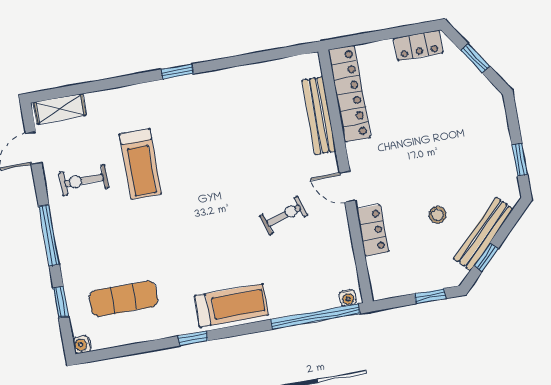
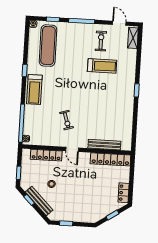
treadmill: (140, 164) -> (102, 66), turned 180
door: (347, 187) -> (72, 149), swing flipped
locker: (372, 230) -> (46, 155), width x1.53
exercise mat: (124, 299) -> (48, 46), width x1.36, depth x1.45

